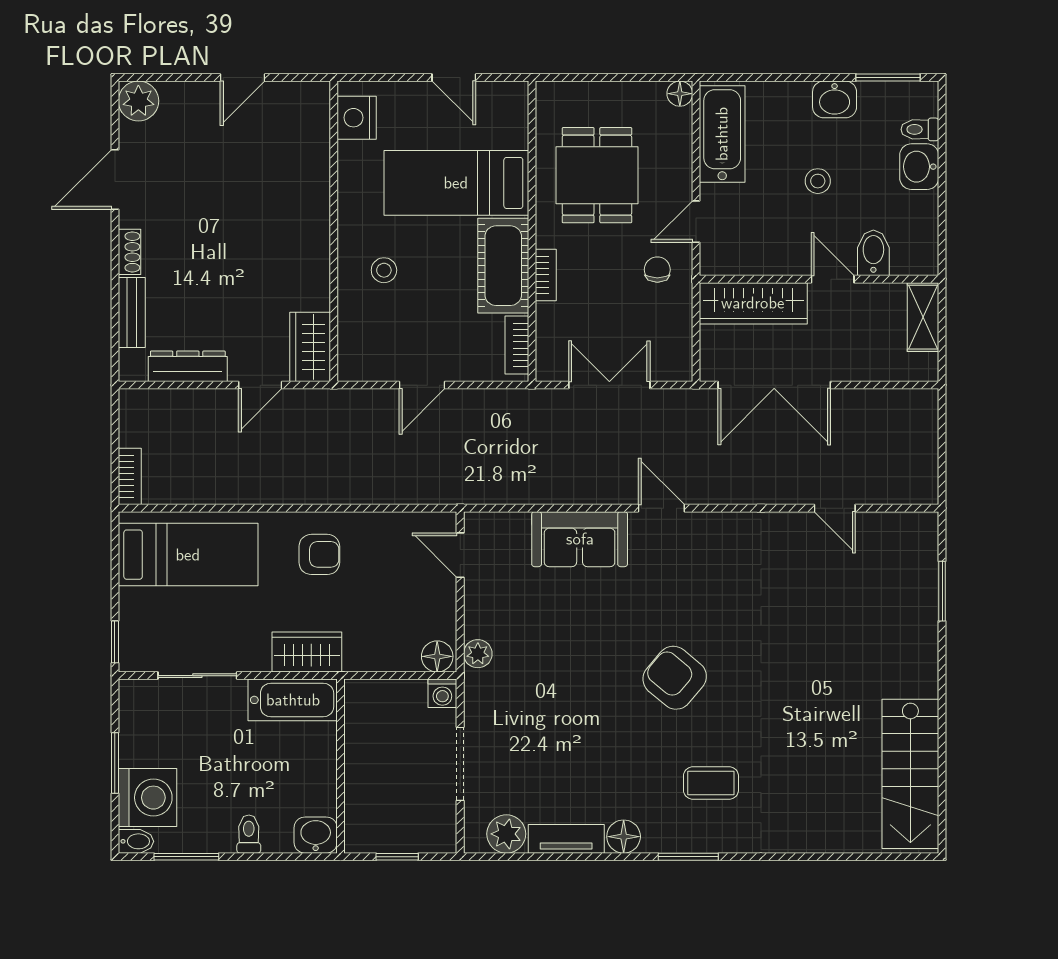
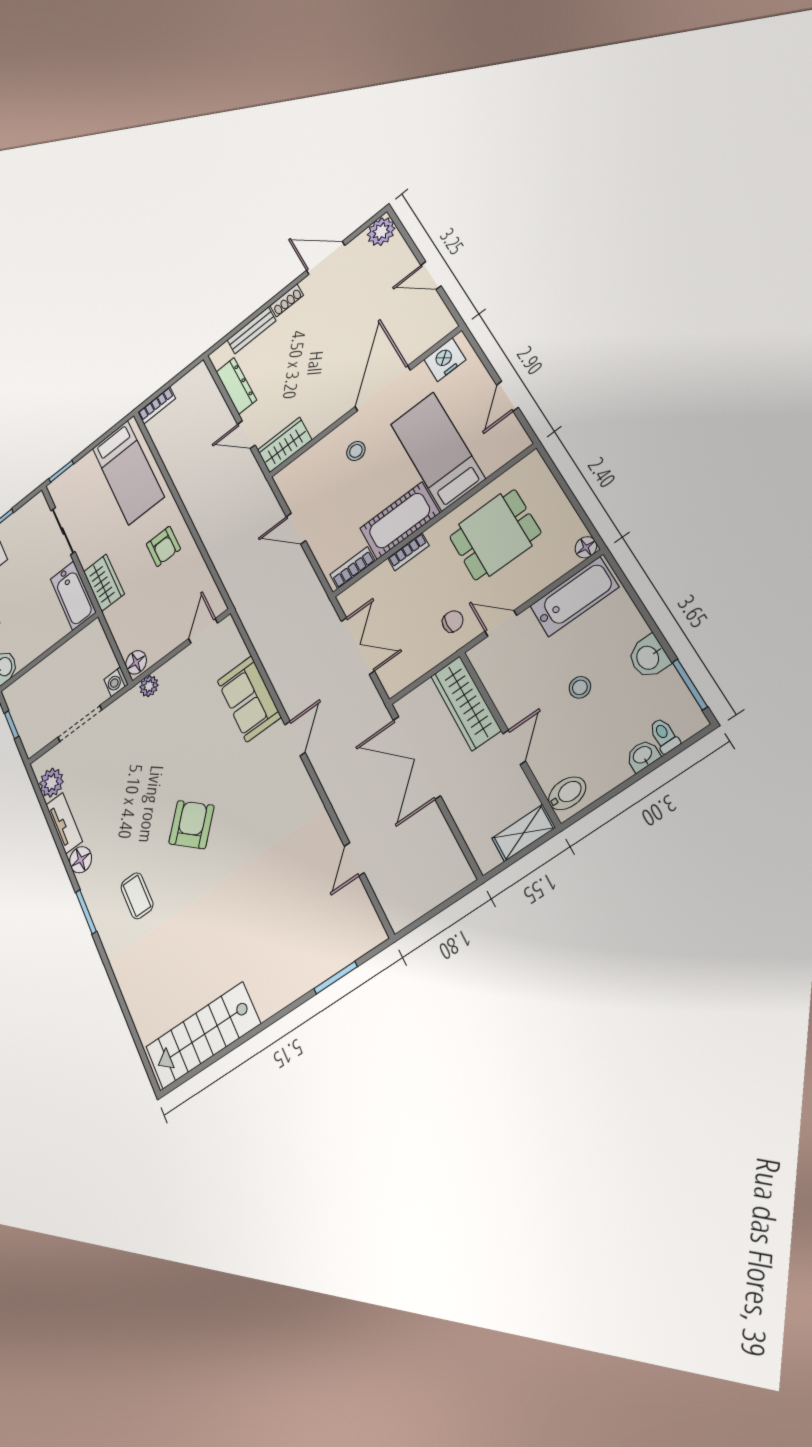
washbasin: (919, 167) -> (643, 755), width x0.72, depth x0.69
door: (334, 202) -> (383, 388), added
bidet: (873, 253) -> (567, 793), moved

